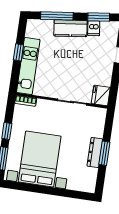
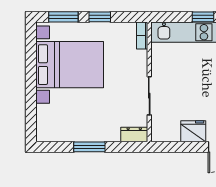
fridge: (101, 95) -> (193, 131), moved
dresser: (95, 153) -> (134, 134), moved, width x0.70

